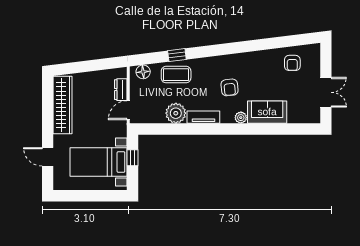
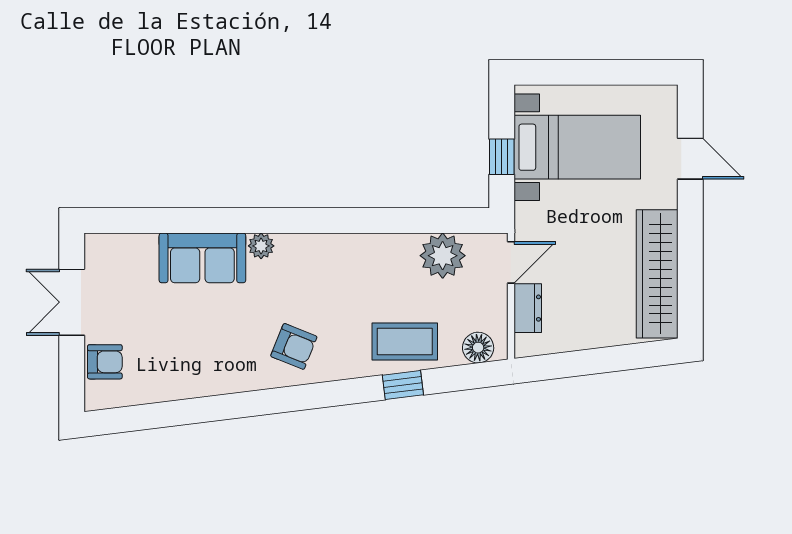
armchair: (292, 63) -> (105, 362), moved, turned 90
armchair: (230, 87) -> (294, 346), moved, turned 118
plant: (176, 113) -> (443, 256), moved
tv unit: (203, 117) -> (344, 247), removed

